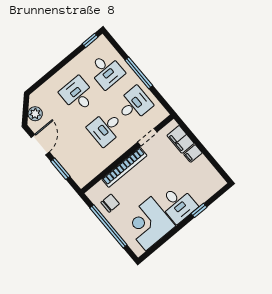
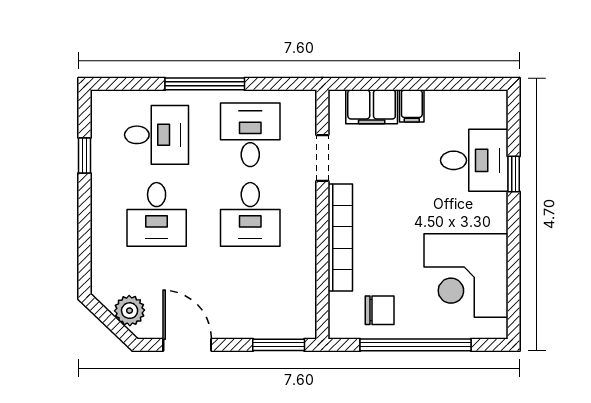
window: (90, 40) -> (85, 156), moved
desk: (78, 95) -> (157, 214), turned -90
window: (60, 169) -> (279, 345), moved
chair: (110, 203) -> (380, 310), turned 90
desk: (178, 204) -> (474, 160), moved

